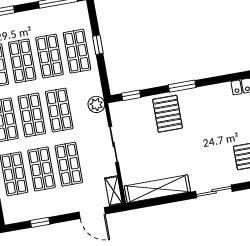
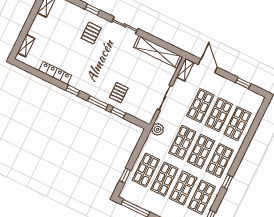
window: (98, 45) -> (125, 176), moved
window: (219, 80) -> (73, 91), added
window: (131, 95) -> (118, 113), moved
pallet: (167, 114) -> (119, 93), width x0.67, depth x0.71

